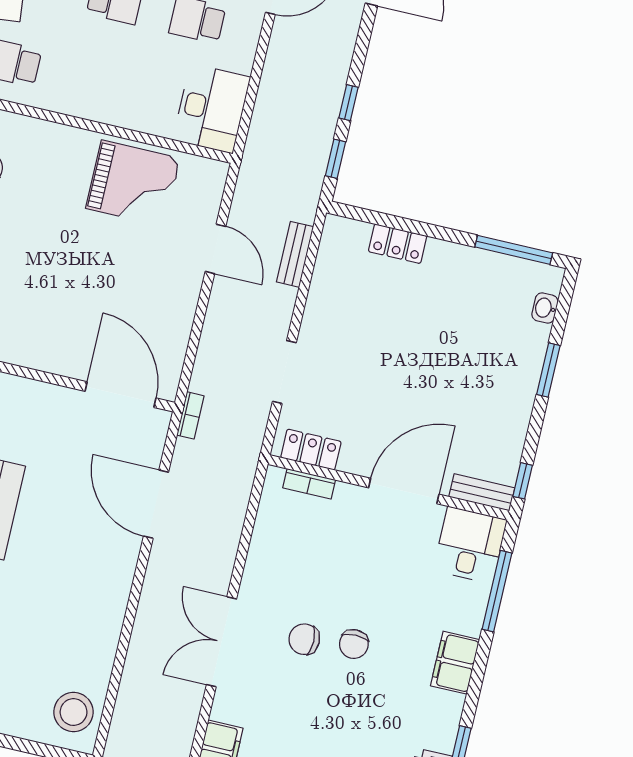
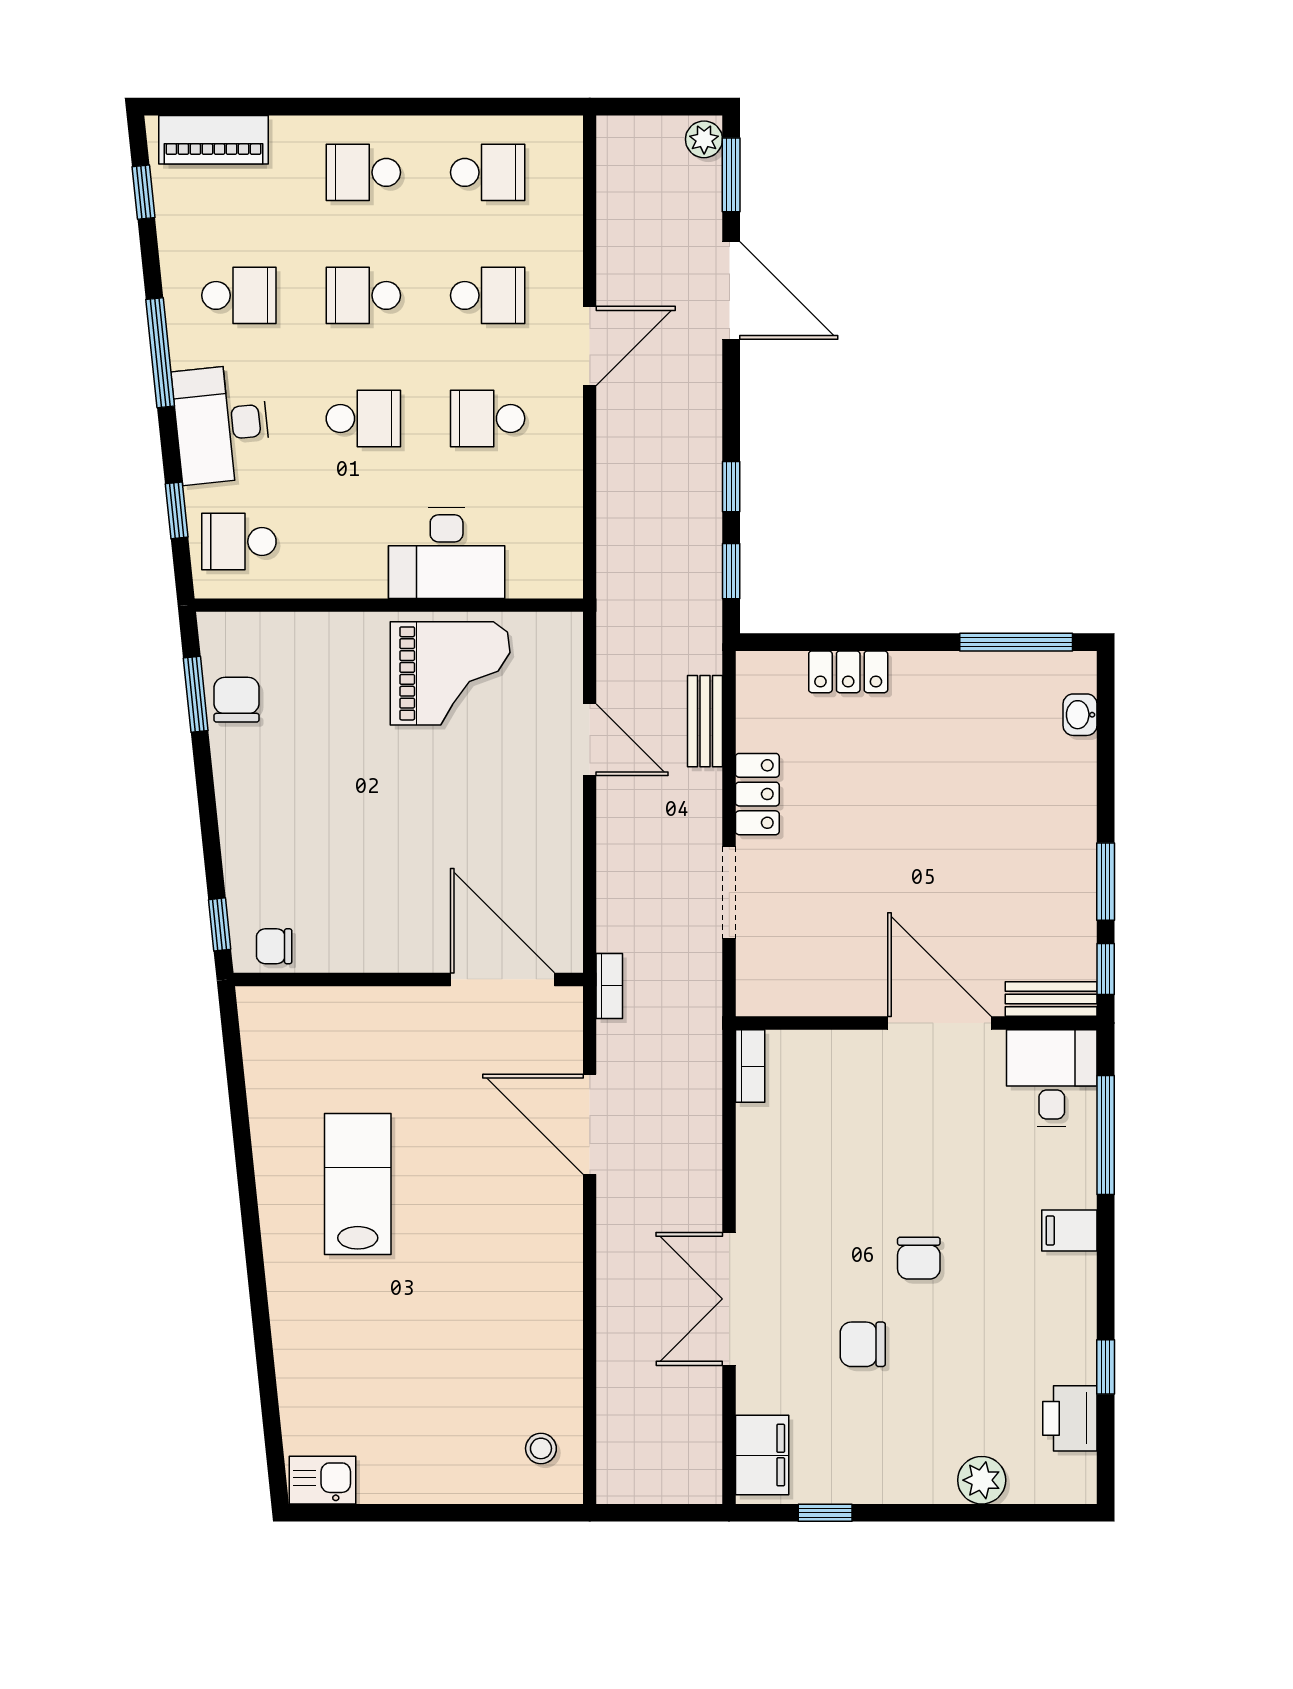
desk: (212, 109) -> (447, 553), moved, turned 90
window: (548, 370) -> (1106, 882), moved
locker: (311, 450) -> (757, 794), moved, turned 90
bookcase: (309, 484) -> (750, 1066), moved, turned -90
door: (404, 491) -> (939, 1023), hinge flipped
chair: (304, 639) -> (863, 1344), moved
filing cabinet: (455, 663) -> (1069, 1231), width x0.50
stool: (74, 712) -> (541, 1448), width x0.53, depth x0.53

